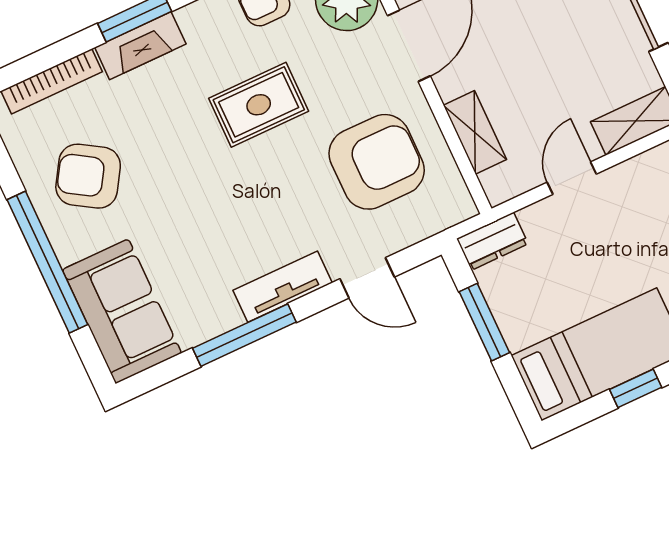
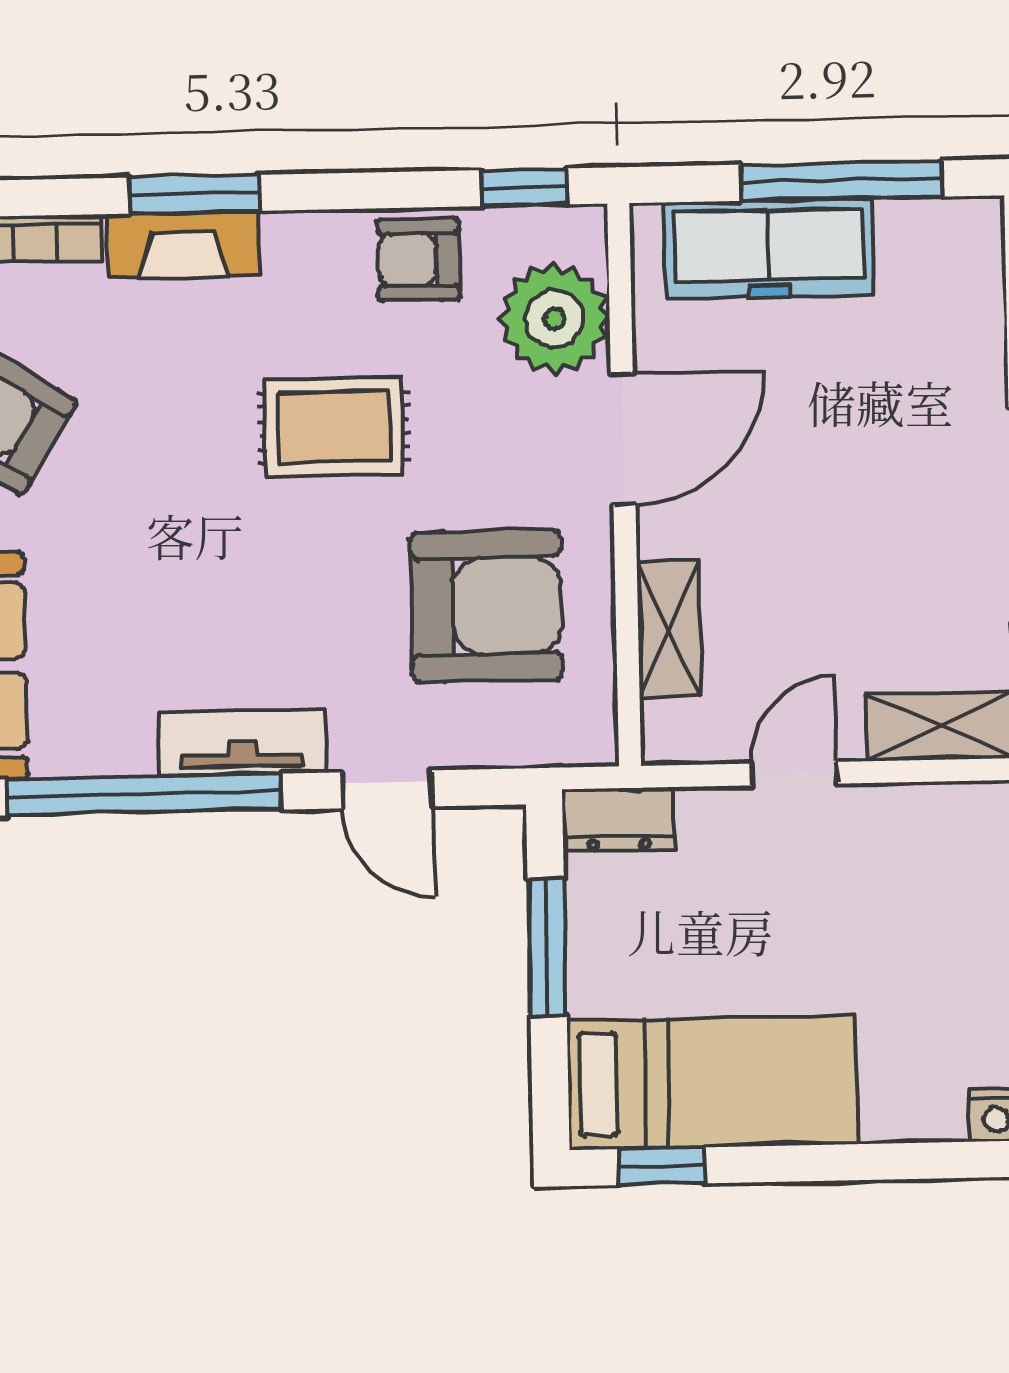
window: (244, 335) -> (144, 794), width x1.46
window: (636, 388) -> (662, 1166), moved

